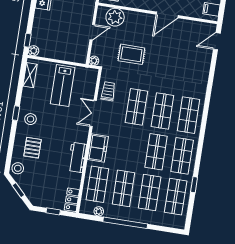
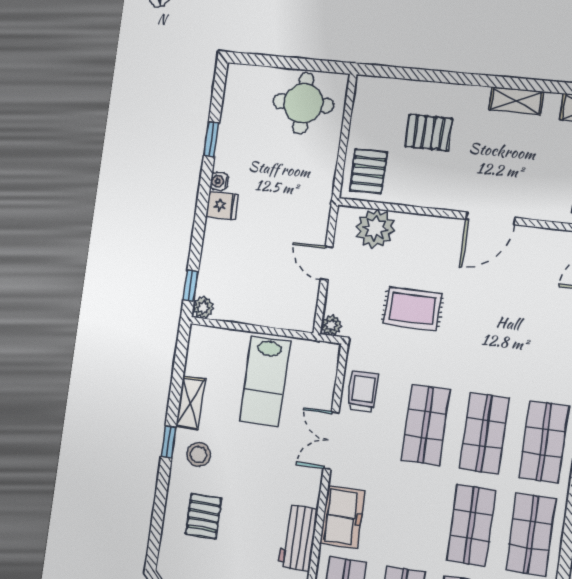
door: (92, 32) -> (327, 263), swing flipped
shelving: (30, 75) -> (190, 403), moved
stool: (18, 168) -> (173, 561), removed

